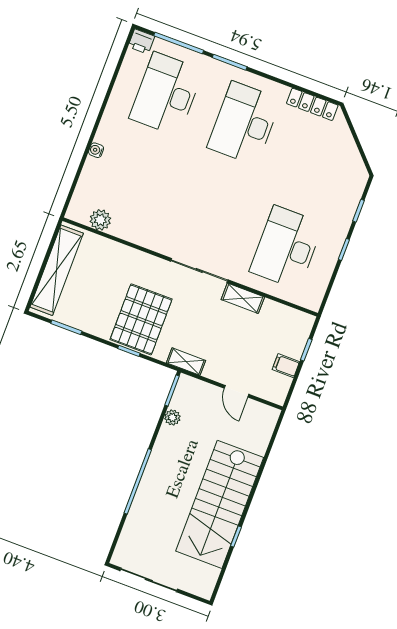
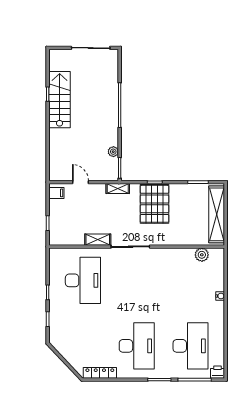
filing cabinet: (286, 366) -> (56, 193), moved
stairs: (220, 504) -> (60, 100), width x0.73, depth x0.66

